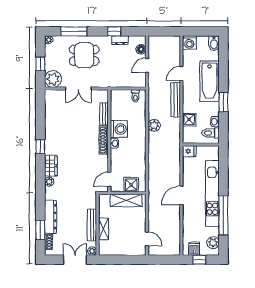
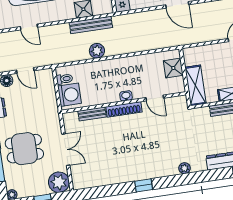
dining table: (84, 55) -> (24, 149), turned 90
bench: (176, 100) -> (91, 25), moved
washing machine: (119, 129) -> (70, 95), moved, turned 90
wardrobe: (51, 166) -> (165, 169), removed
door: (109, 179) -> (155, 98), moved
shelving: (126, 200) -> (195, 85), moved

